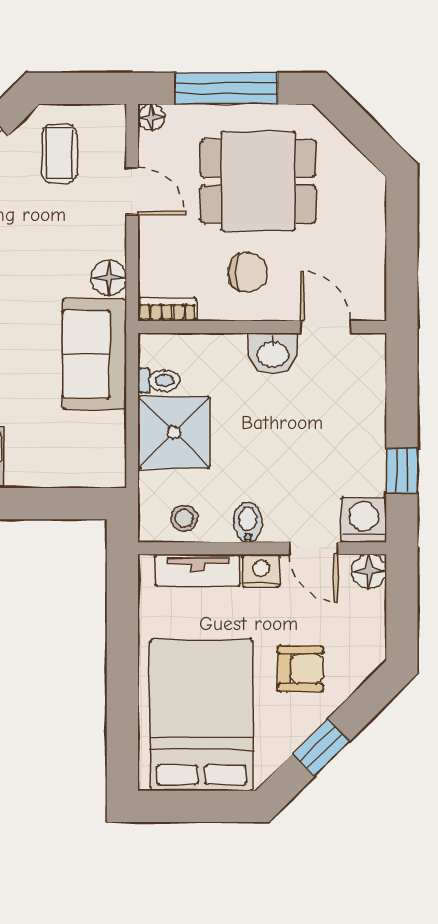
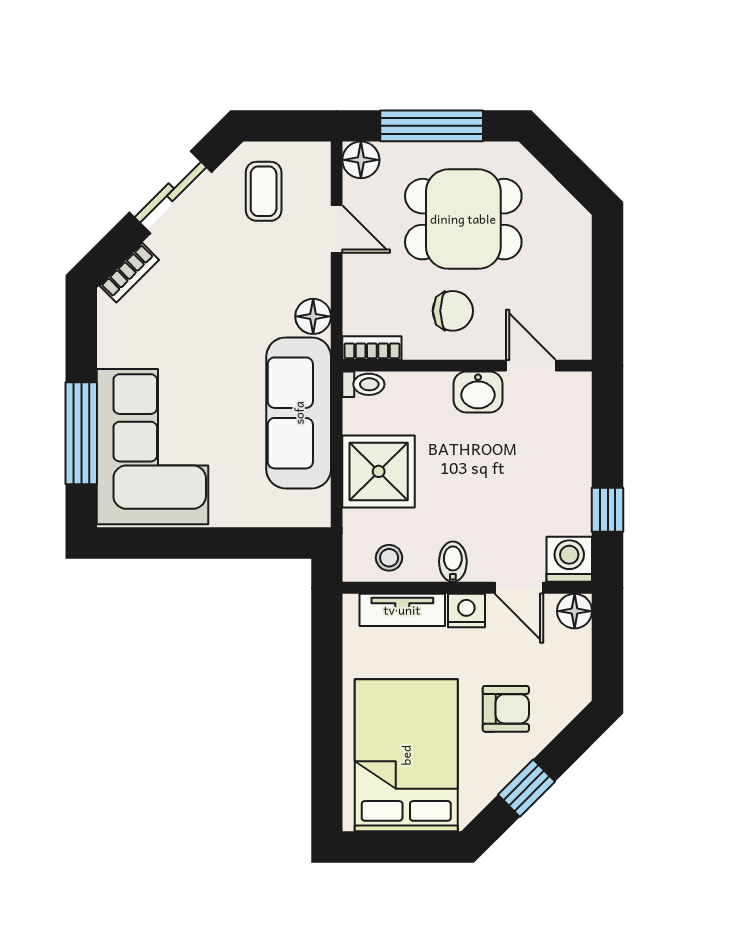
floor lamp: (151, 117) -> (361, 160), width x1.37, depth x1.37
sofa: (94, 354) -> (299, 413), width x1.36
toilet: (159, 381) -> (363, 384), moved

